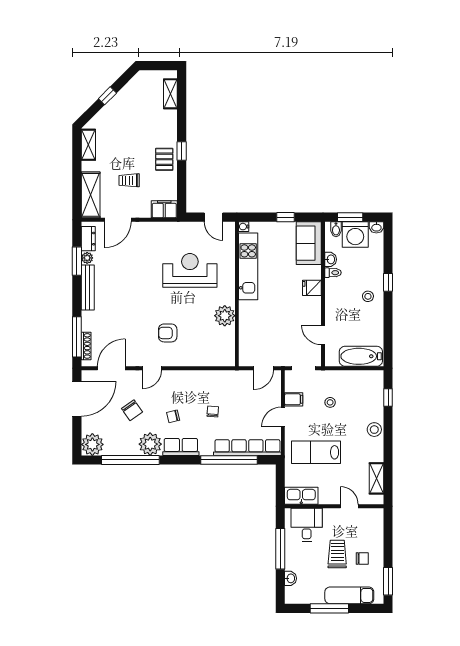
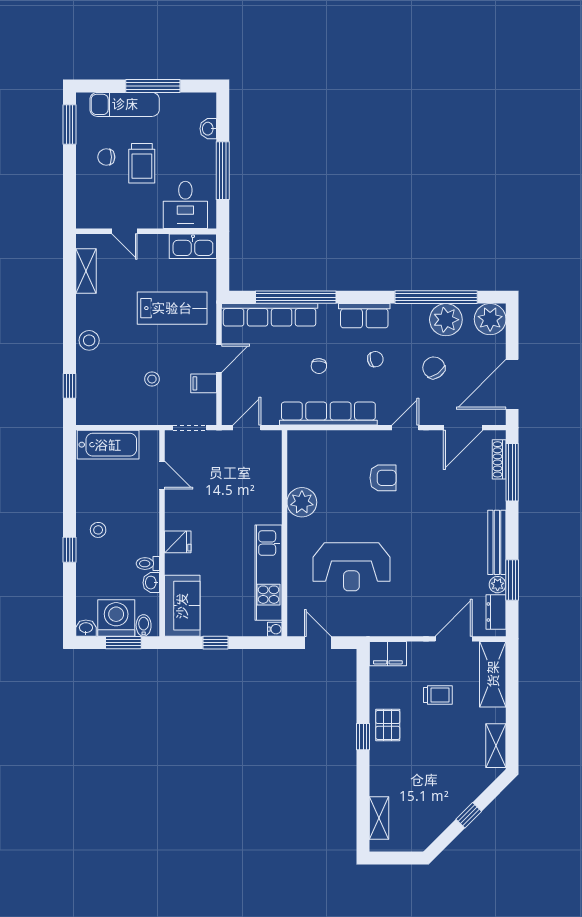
row of seats: (206, 378) -> (328, 414), added
plant: (150, 444) -> (446, 320), moved

